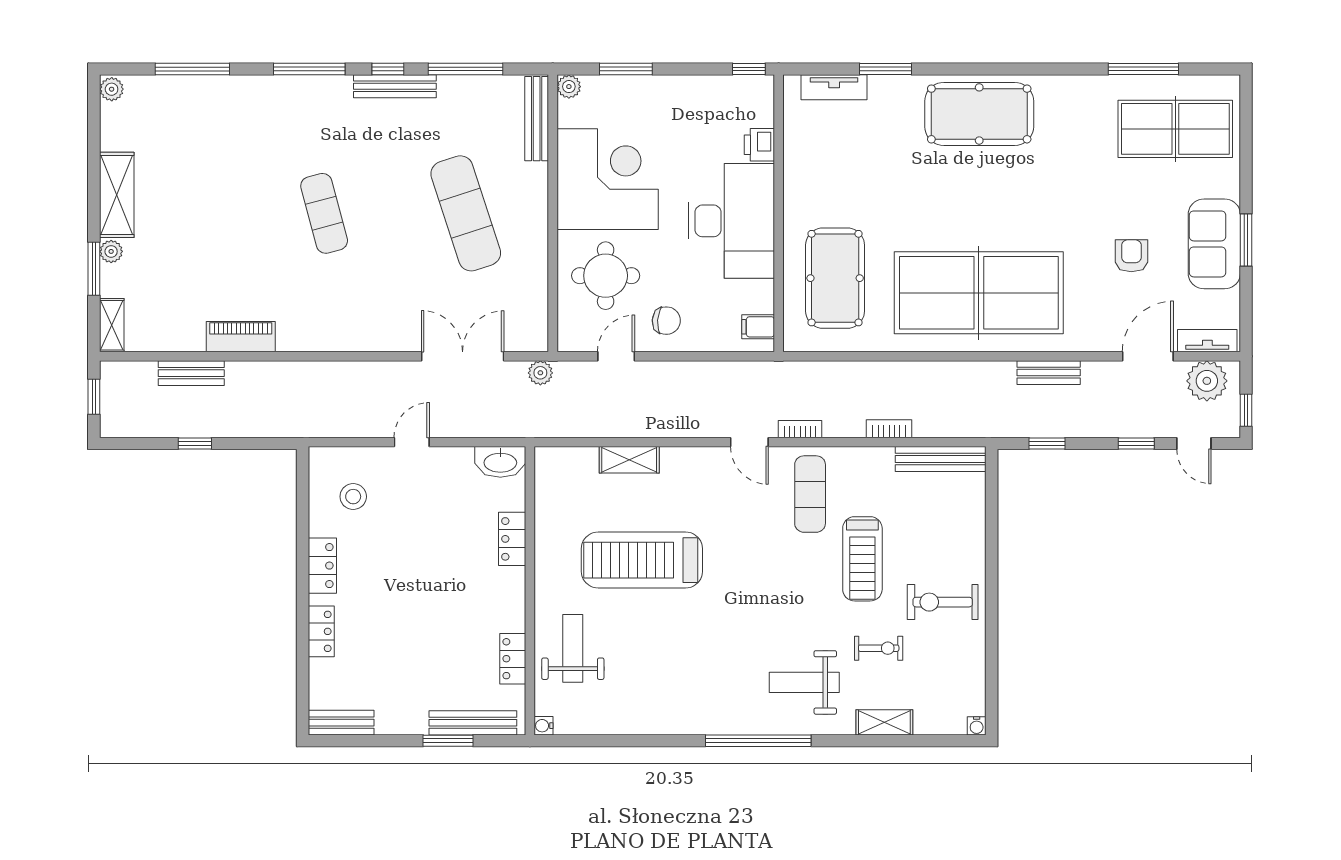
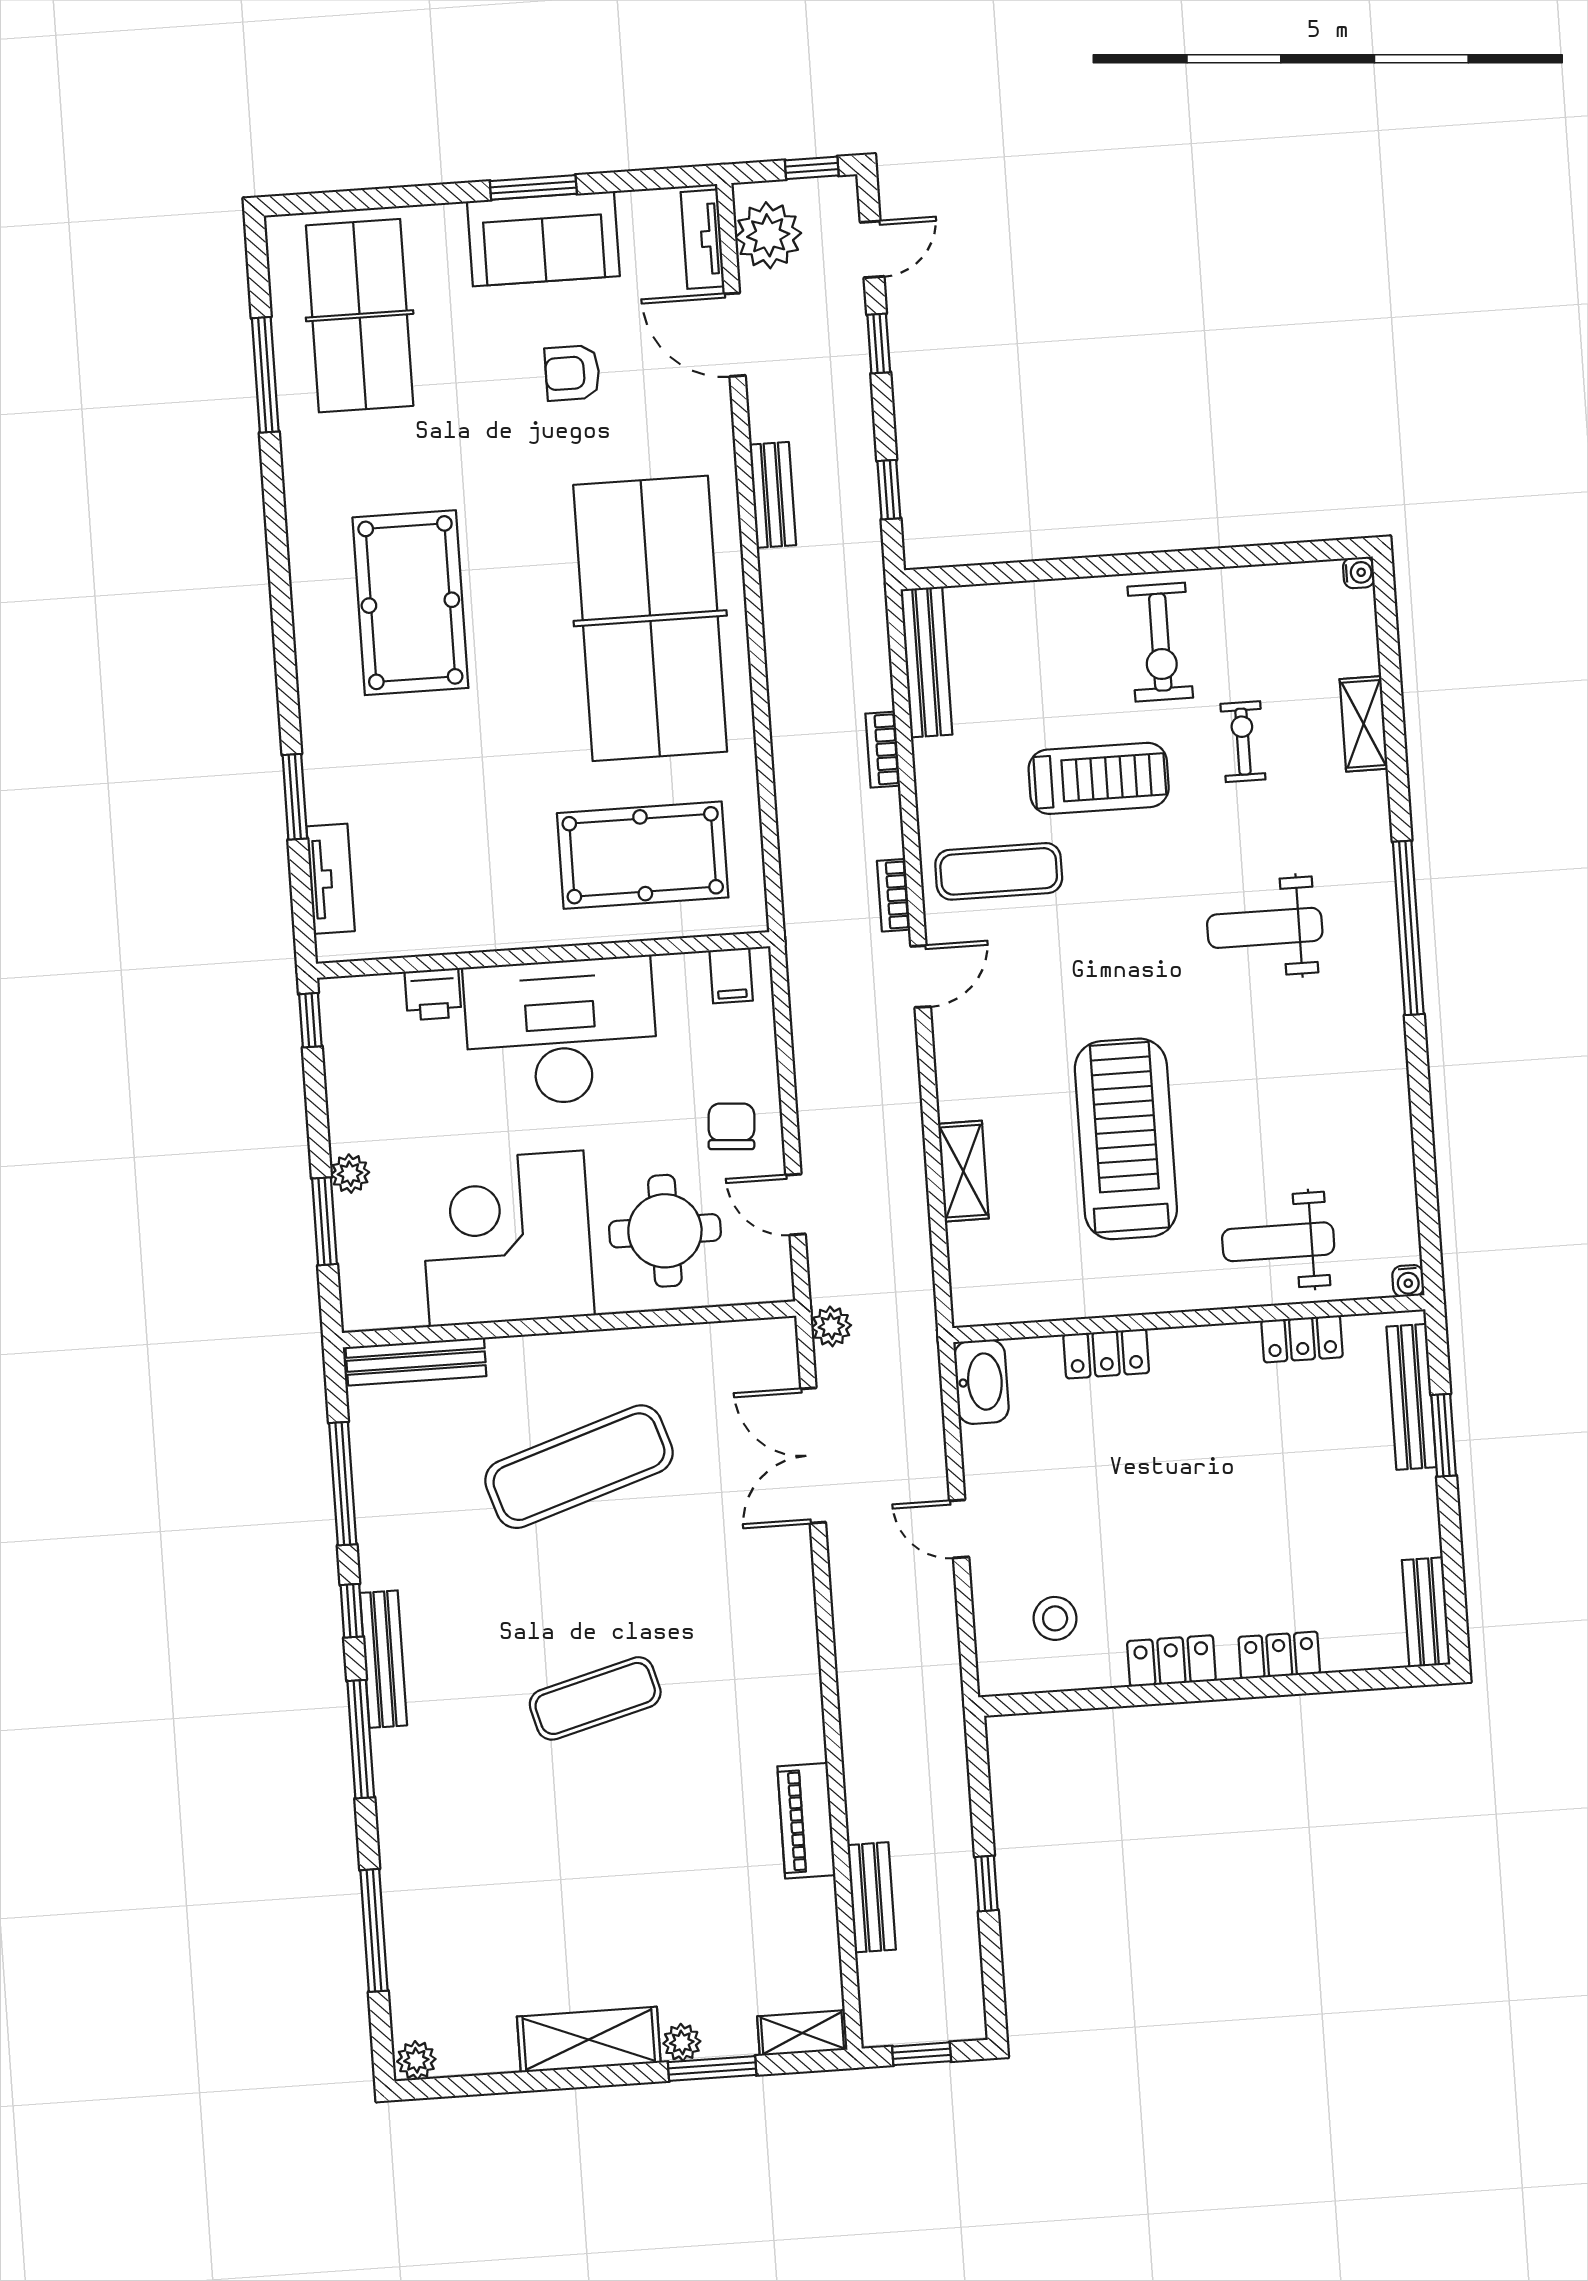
bench: (395, 86) -> (384, 1659), moved
plant: (569, 87) -> (350, 1174), moved
pool table: (979, 114) -> (410, 603), moved
treadmill: (642, 560) -> (1126, 1139), turned 180
weight bench: (804, 682) -> (1265, 928), moved, turned 90

